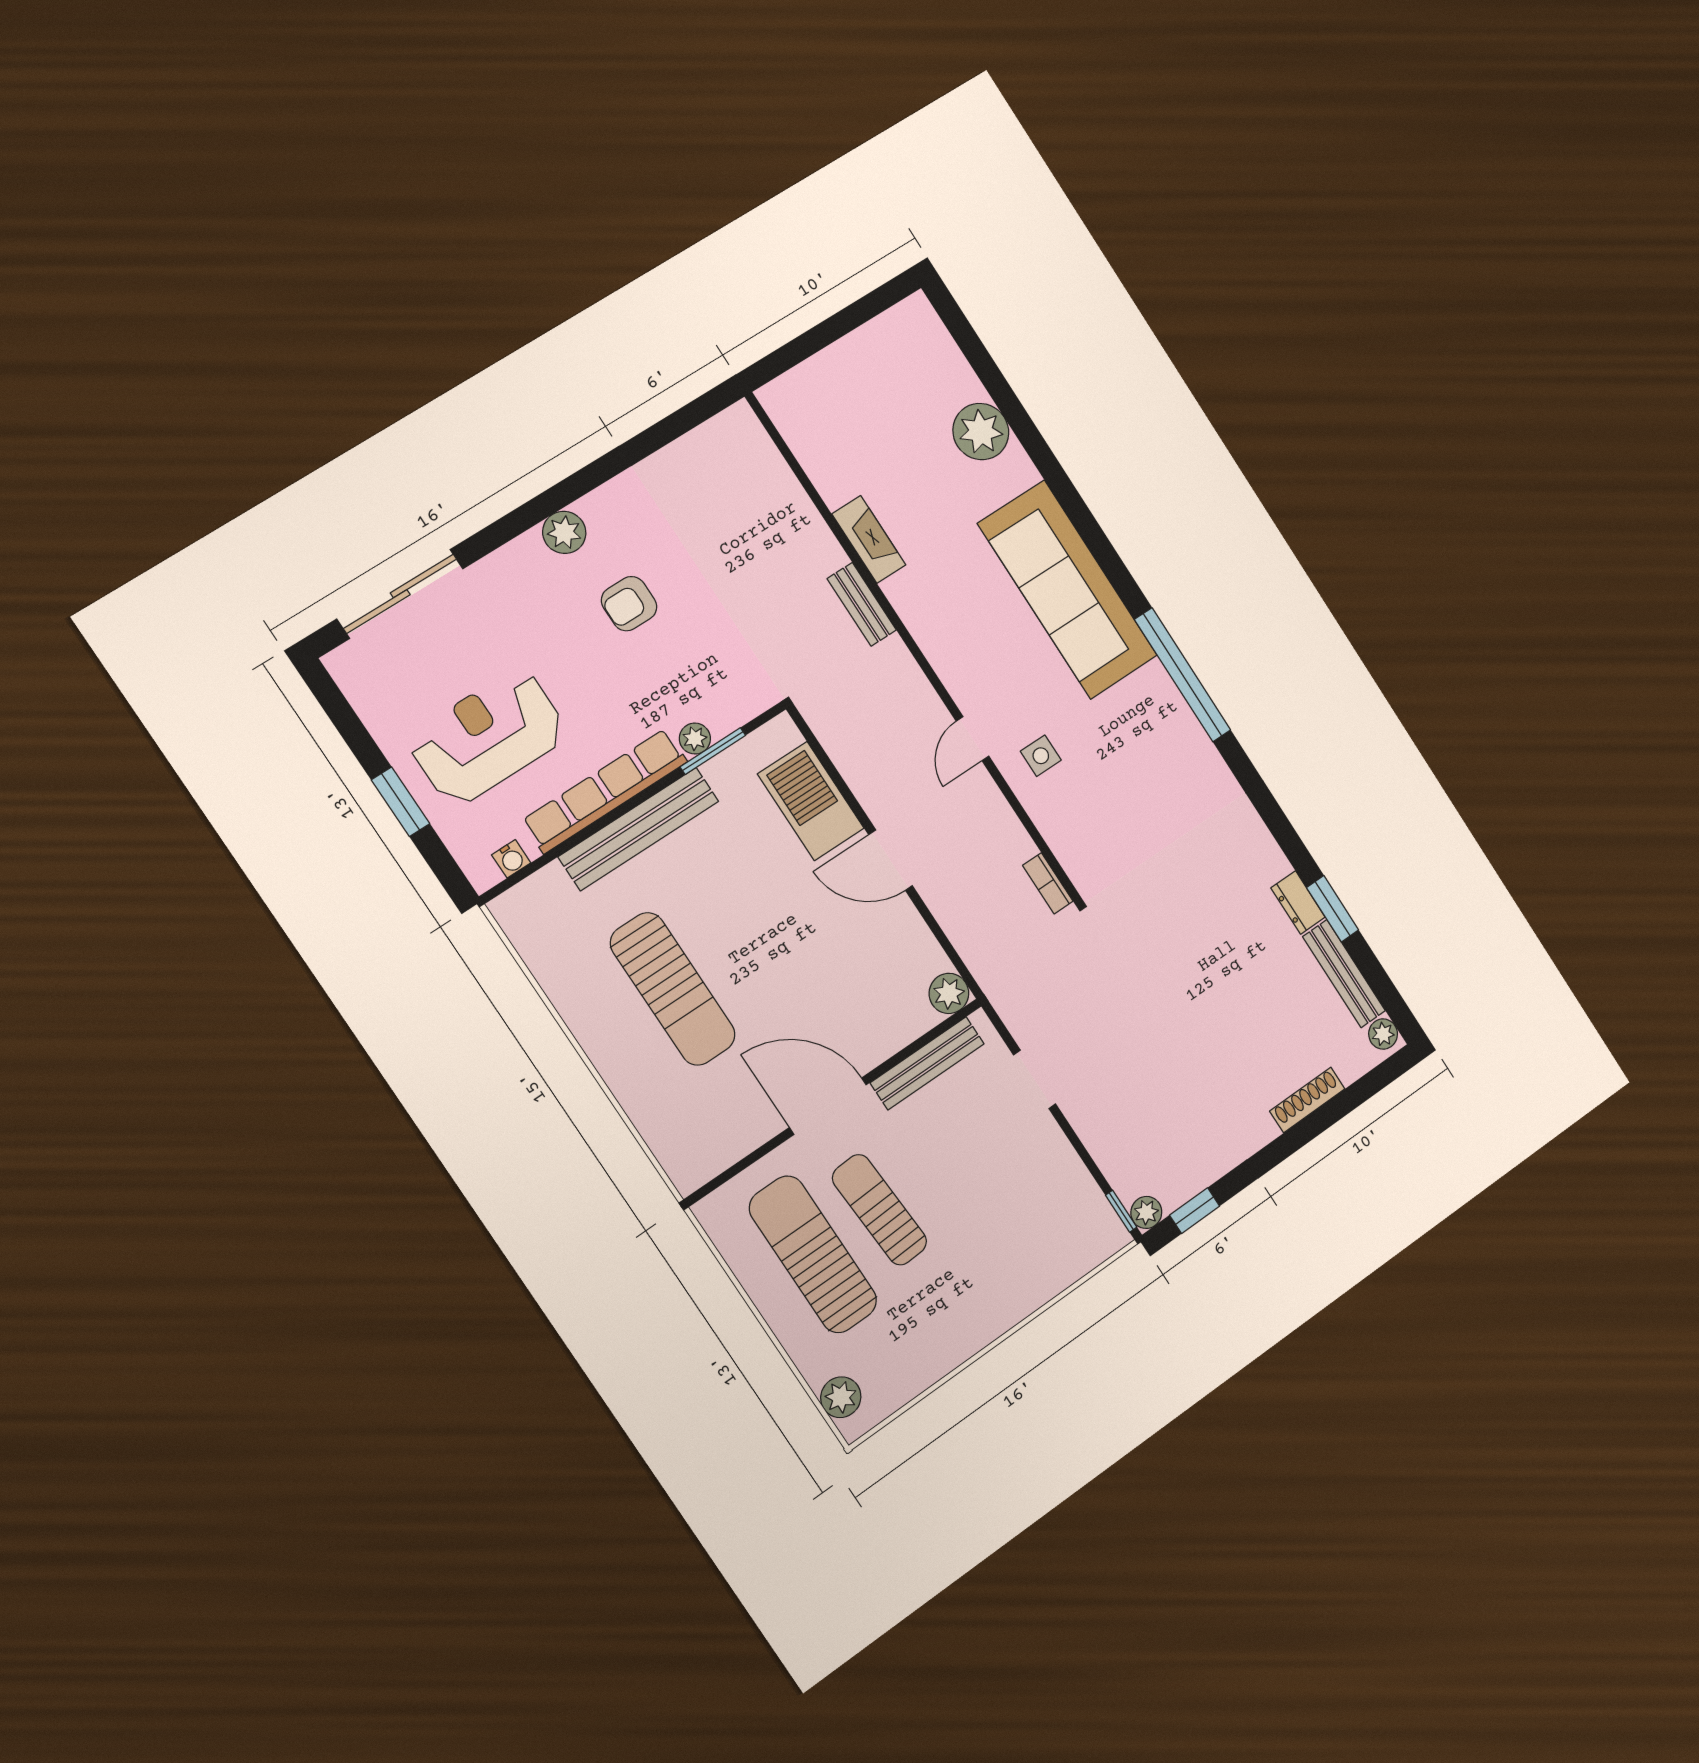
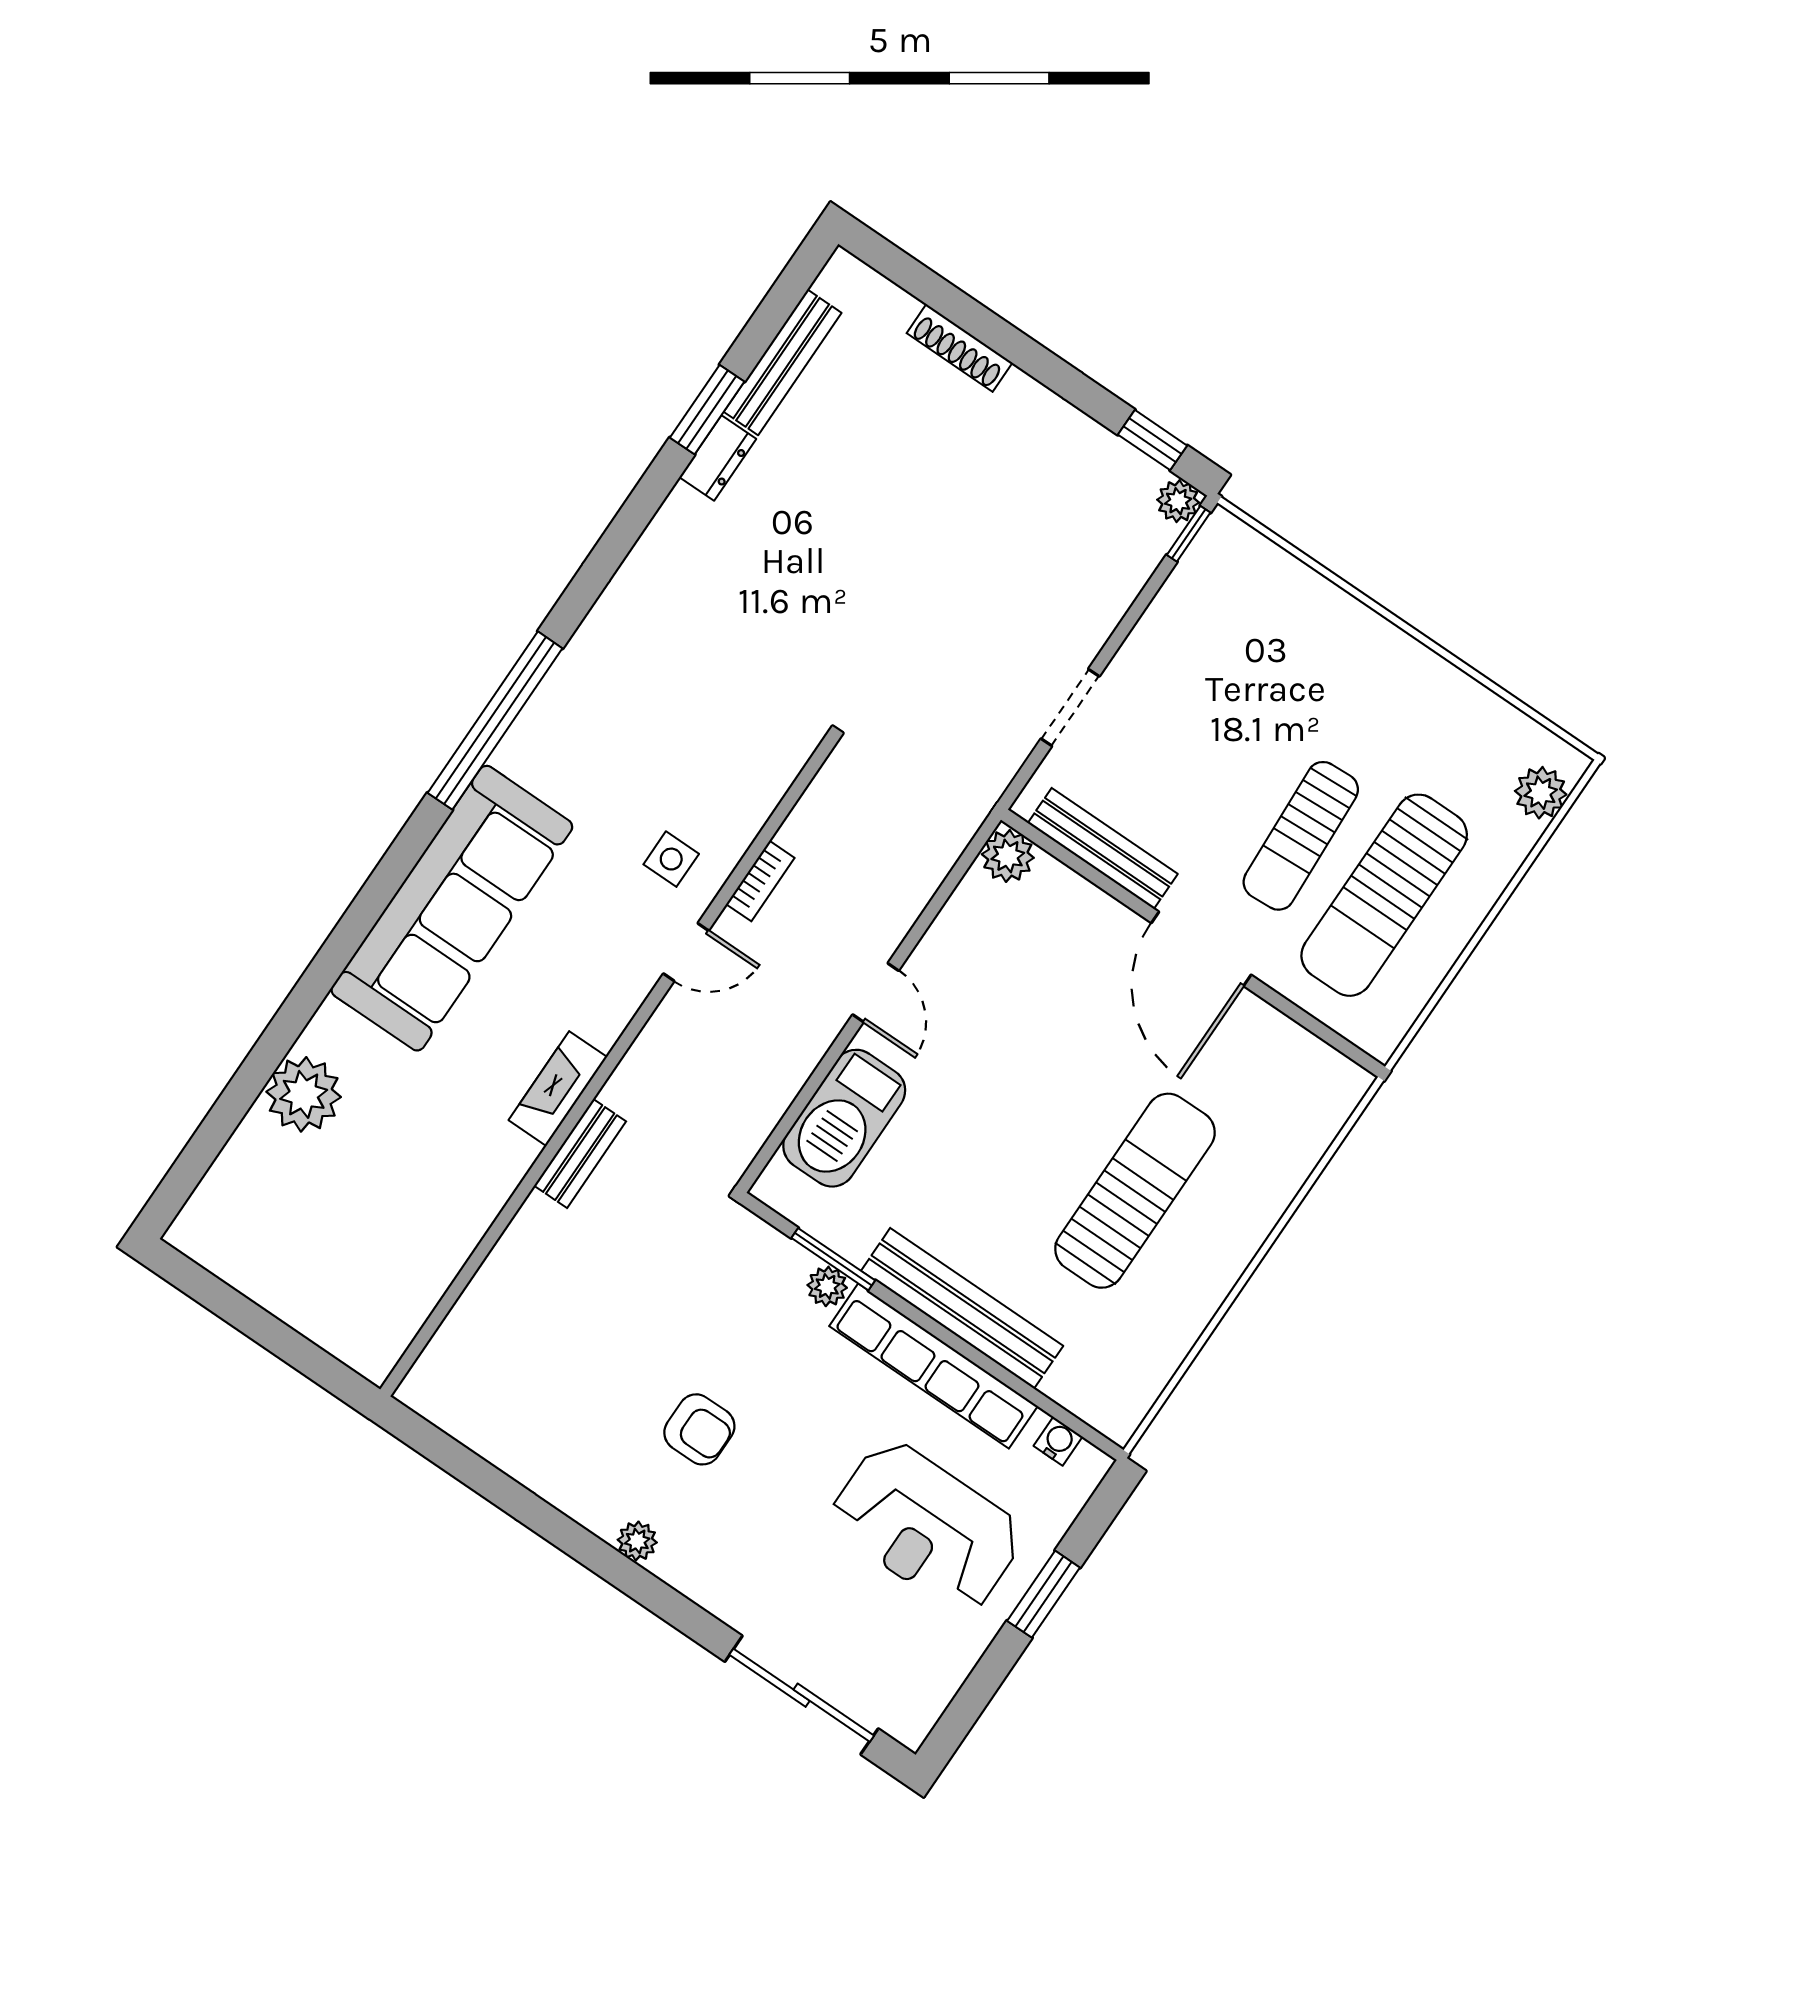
plant: (564, 532) -> (637, 1541), width x0.73, depth x0.73
fireplace: (869, 539) -> (558, 1089), moved
door: (891, 860) -> (876, 993), width x0.73
bookcase: (1048, 883) -> (760, 881), moved
plant: (1383, 1034) -> (838, 281), removed

